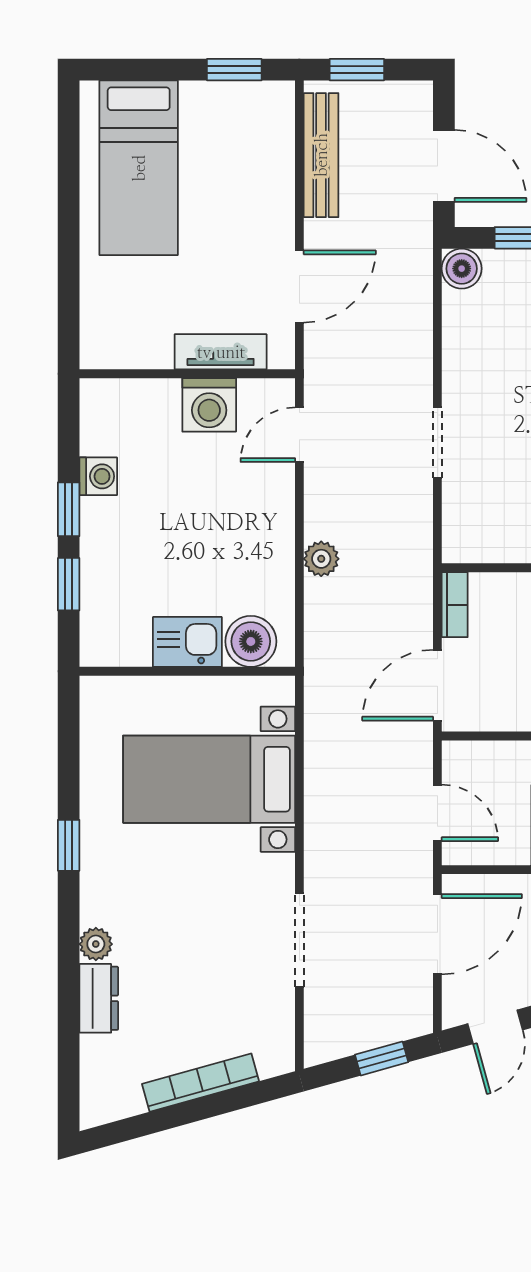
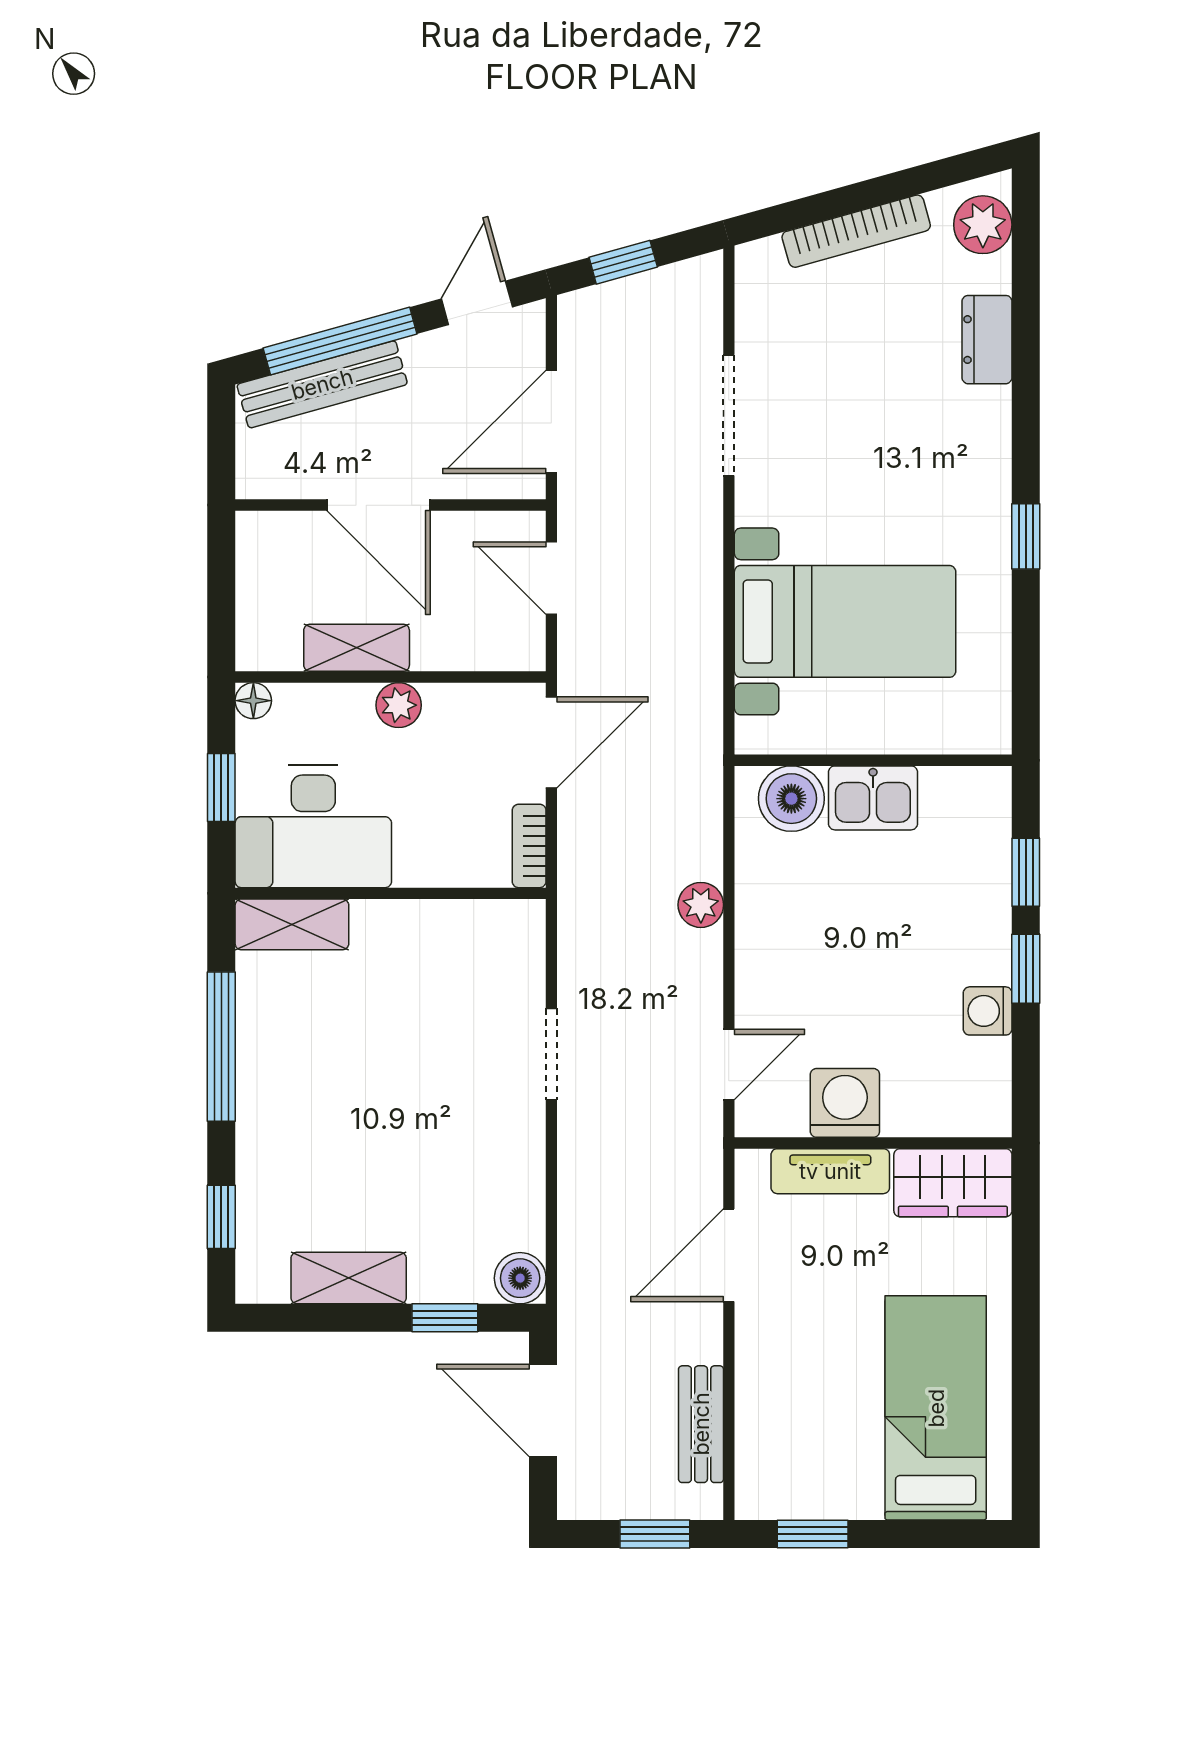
bench: (321, 155) -> (701, 1424), width x0.73
wardrobe: (125, 343) -> (953, 1183), added
plant: (96, 944) -> (983, 225), moved, width x1.38, depth x1.38

